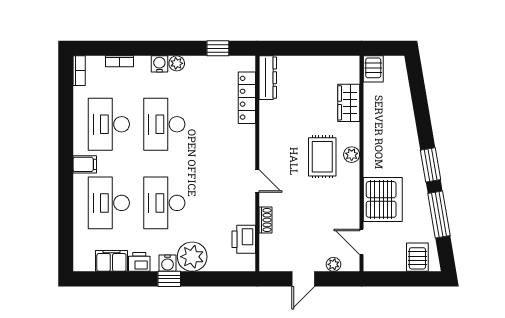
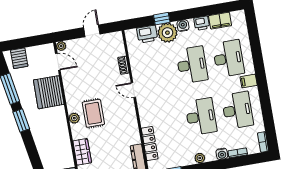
water cooler: (159, 64) -> (222, 154), moved
printer: (244, 239) -> (147, 34), moved, turned 90
plant: (334, 264) -> (61, 46), moved
window: (169, 279) -> (162, 19), moved

